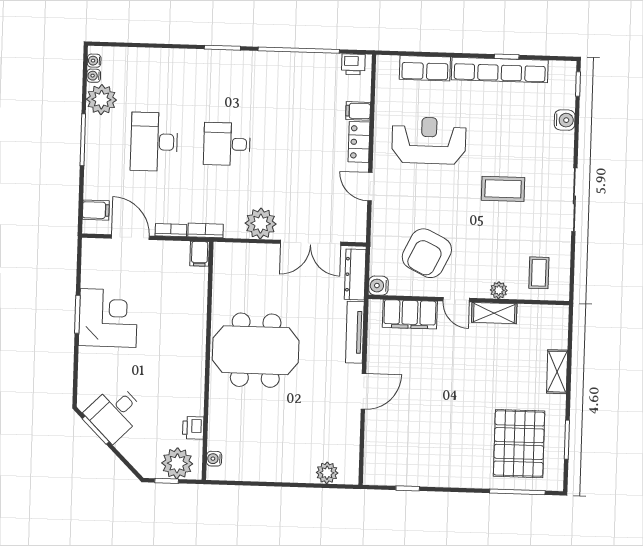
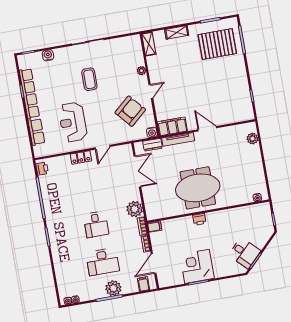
plant: (101, 100) -> (113, 288), moved
filing cabinet: (358, 111) -> (65, 161), removed
plant: (261, 224) -> (135, 209), moved
armchair: (427, 253) -> (130, 111), turned -67
coffee table: (539, 273) -> (128, 52), removed
dresser: (355, 274) -> (153, 145), width x0.70
shelving: (494, 313) -> (149, 44), moved
filing cabinet: (410, 314) -> (172, 126), moved, turned -90
meeting table: (256, 350) -> (198, 188), turned 90
printer: (193, 428) -> (199, 219), moved
plant: (177, 463) -> (264, 216), removed

